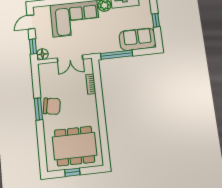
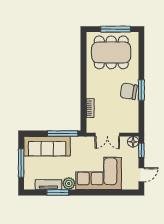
window: (156, 20) -> (21, 163), width x2.17
sofa: (138, 39) -> (47, 146), width x1.36
double door: (70, 59) -> (107, 135), swing flipped
window: (72, 172) -> (116, 29), width x2.17

